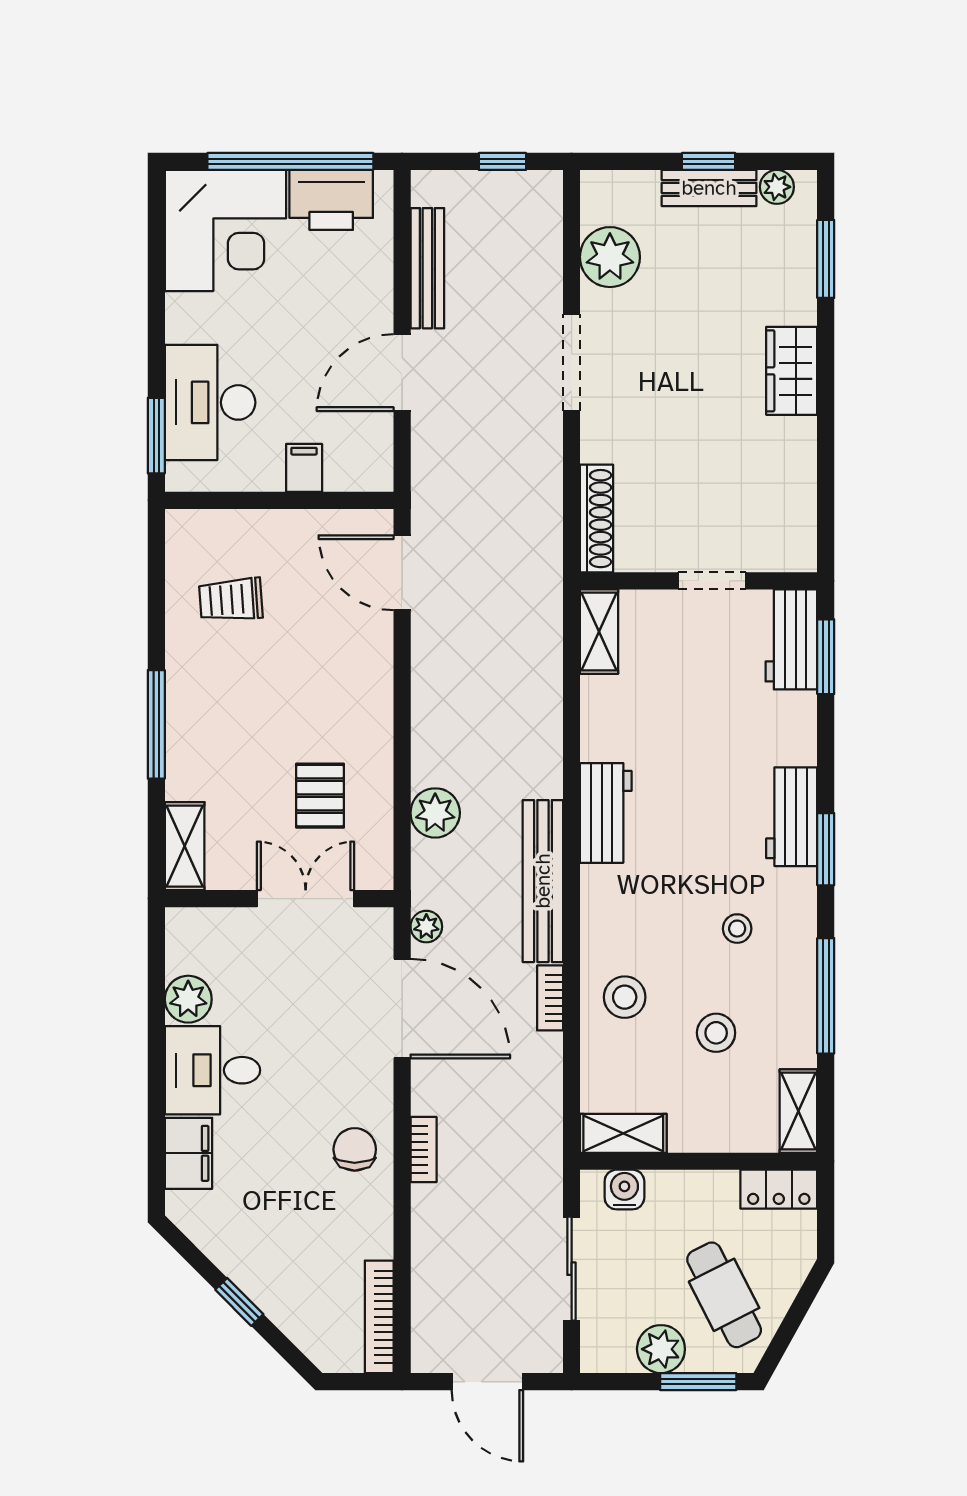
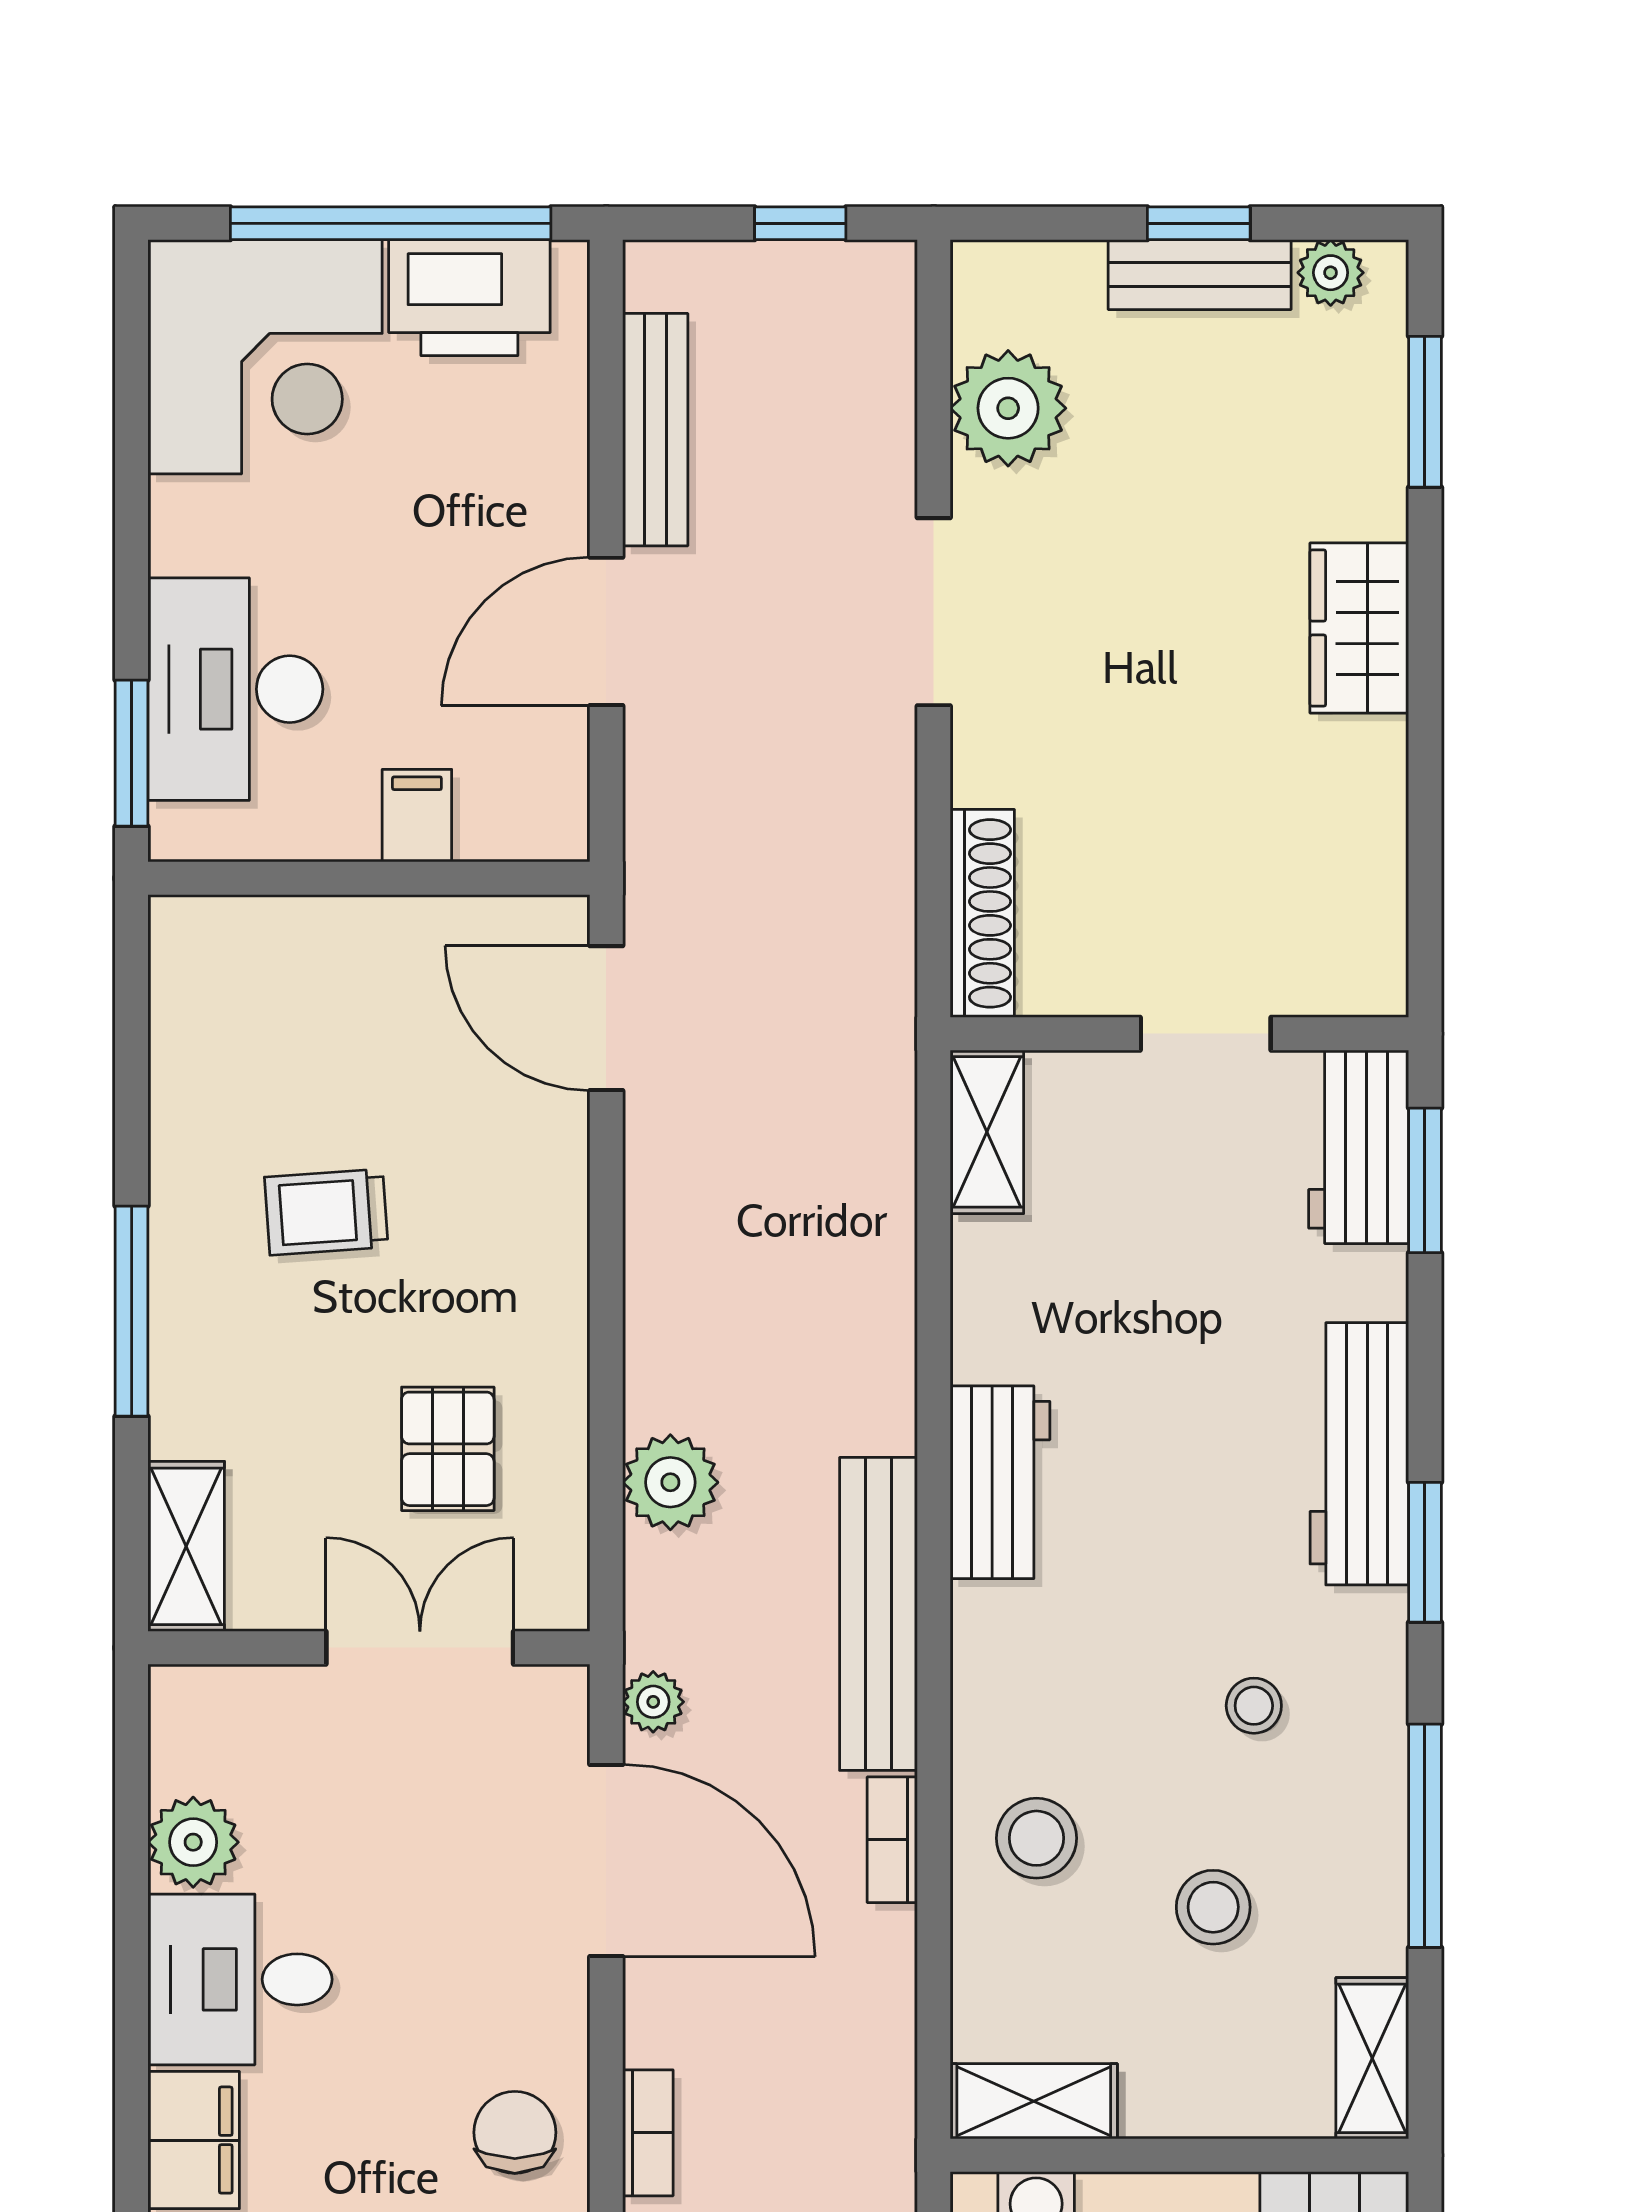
trolley: (231, 600) -> (326, 1212), moved
workbench: (792, 817) -> (1359, 1454), width x1.38

